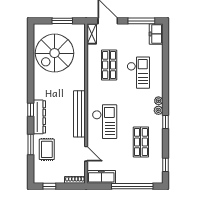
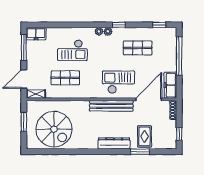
checkout: (138, 73) -> (72, 50), turned 180
window: (31, 110) -> (107, 152), removed
rug: (47, 149) -> (145, 136), turned 90
door: (86, 154) -> (149, 99), width x1.88

